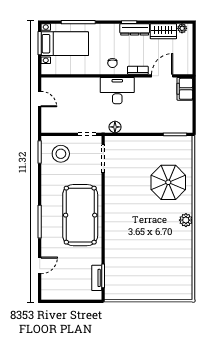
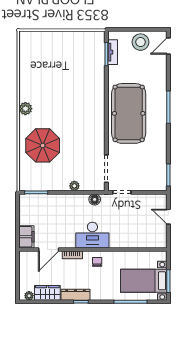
door: (40, 99) -> (168, 217), moved
plant: (136, 141) -> (74, 186), added
stool: (61, 154) -> (141, 42), moved
door: (40, 265) -> (168, 46), moved

